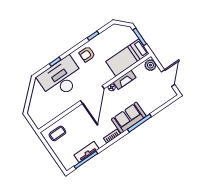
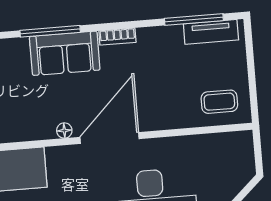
fireplace: (125, 80) -> (31, 131), removed
tv unit: (86, 152) -> (211, 32), moved

